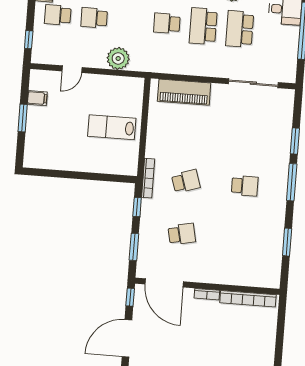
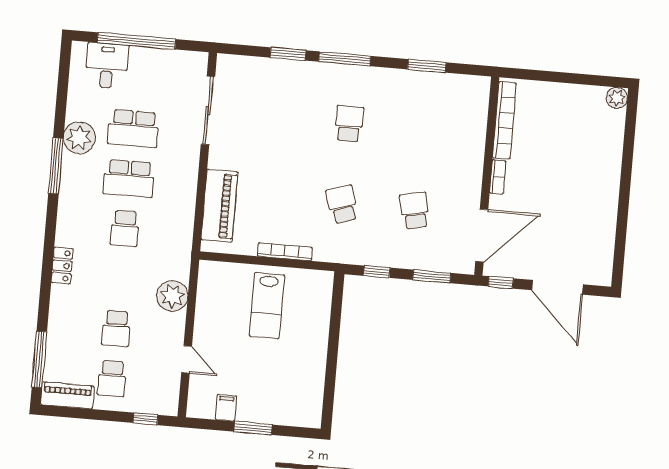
bookcase: (148, 178) -> (285, 252), moved

